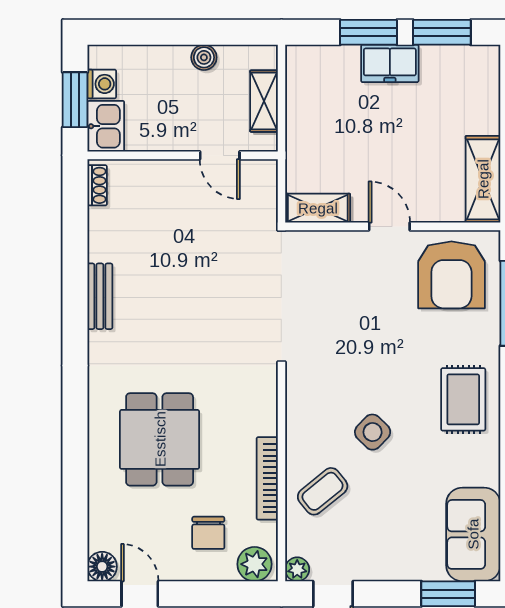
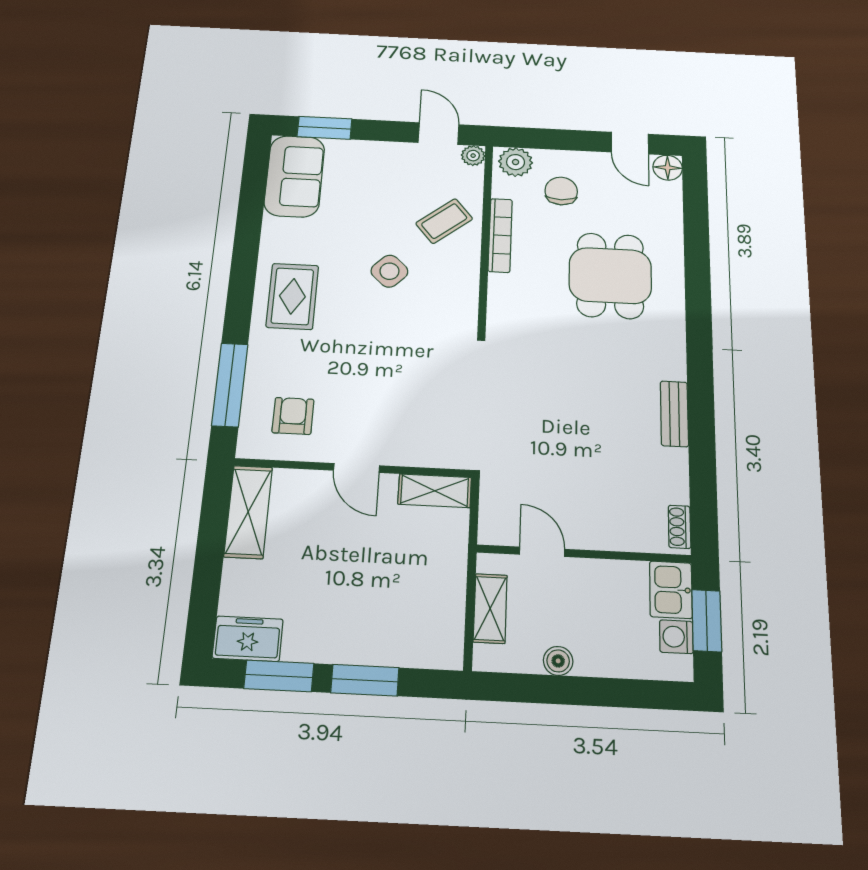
freezer: (390, 63) -> (248, 639), moved
armchair: (451, 275) -> (293, 416), width x0.53, depth x0.53

